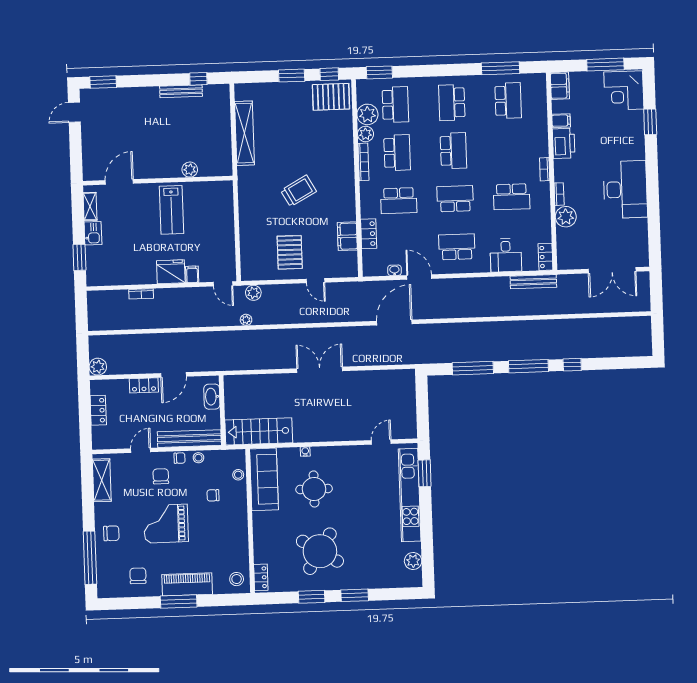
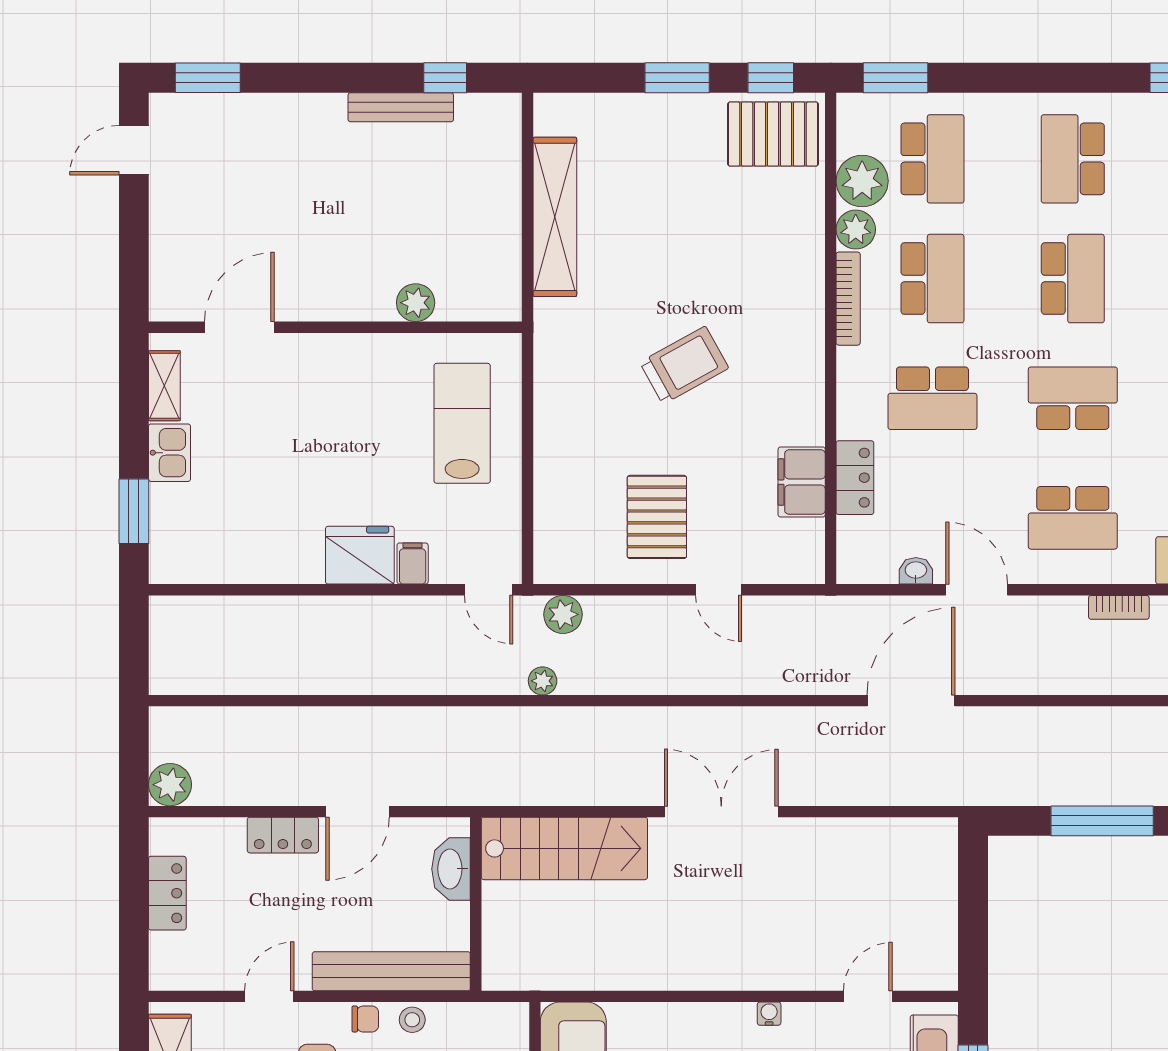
lab bench: (172, 210) -> (462, 423), moved, turned 180
school desk: (457, 247) -> (1073, 518), turned 180
bookcase: (141, 294) -> (1119, 607), moved
stairs: (259, 431) -> (564, 848), moved, turned 180
water cooler: (305, 452) -> (769, 1014), moved

